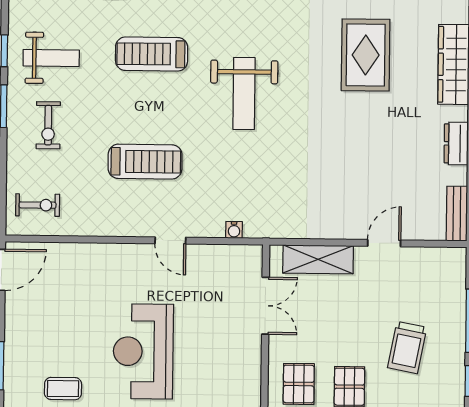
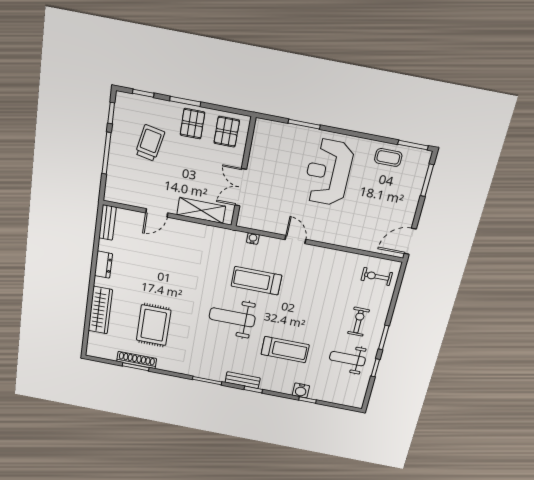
weight bench: (244, 93) -> (232, 317), turned -90
treadmill: (145, 162) -> (256, 281), moved
reception desk: (143, 351) -> (328, 172), turned 180

